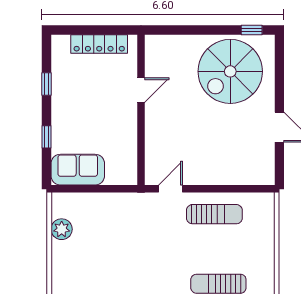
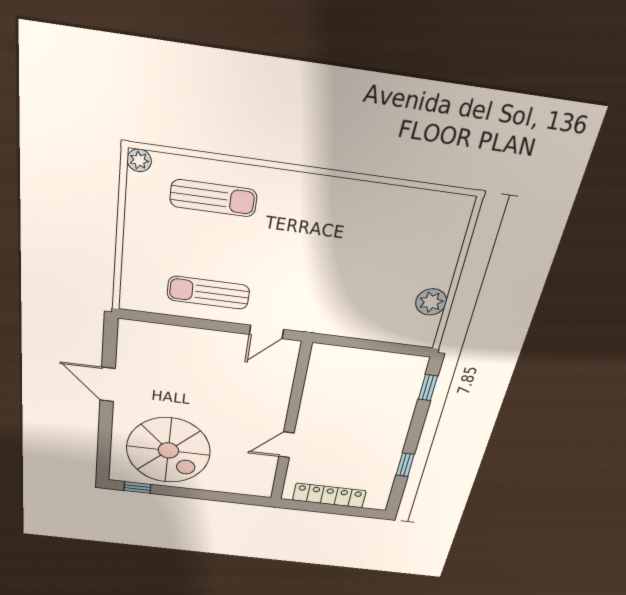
spiral stairs: (230, 71) -> (168, 450), turned 90
window: (46, 137) -> (428, 388), moved
sofa: (78, 170) -> (390, 370), removed

